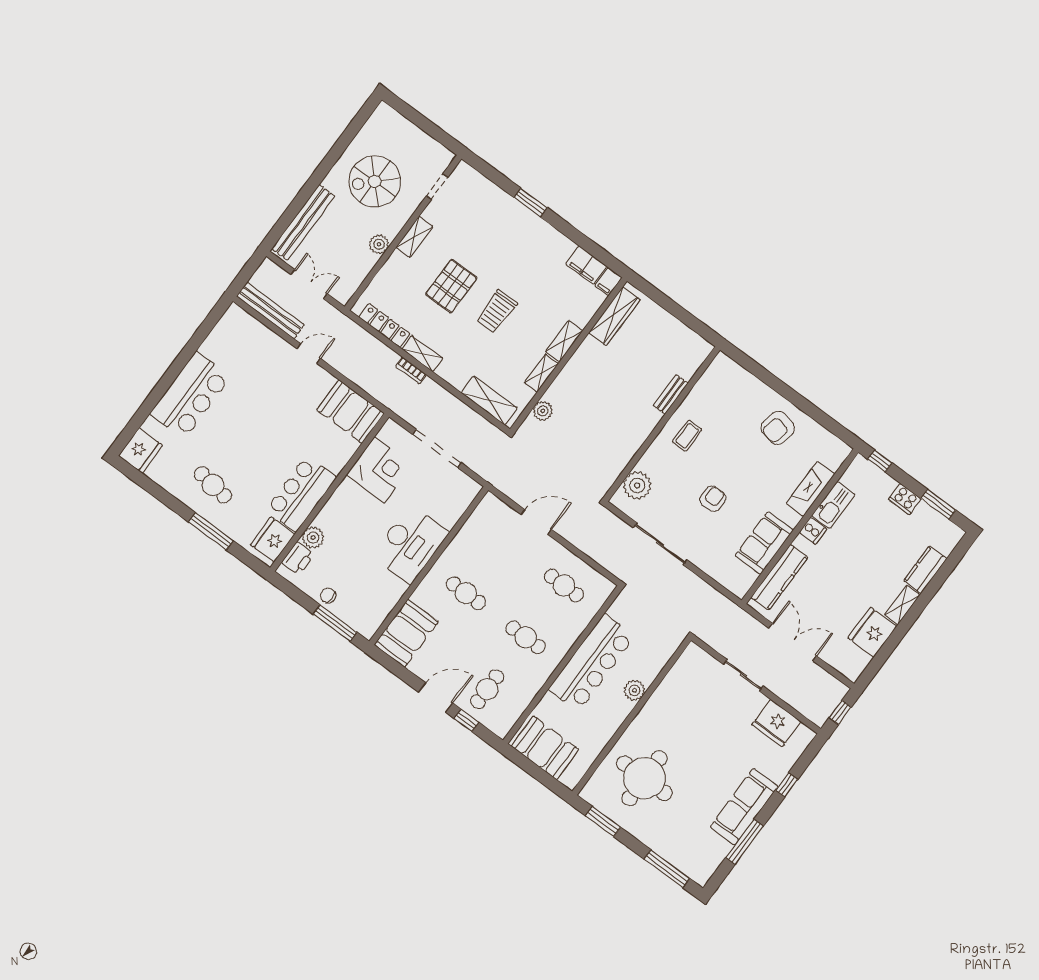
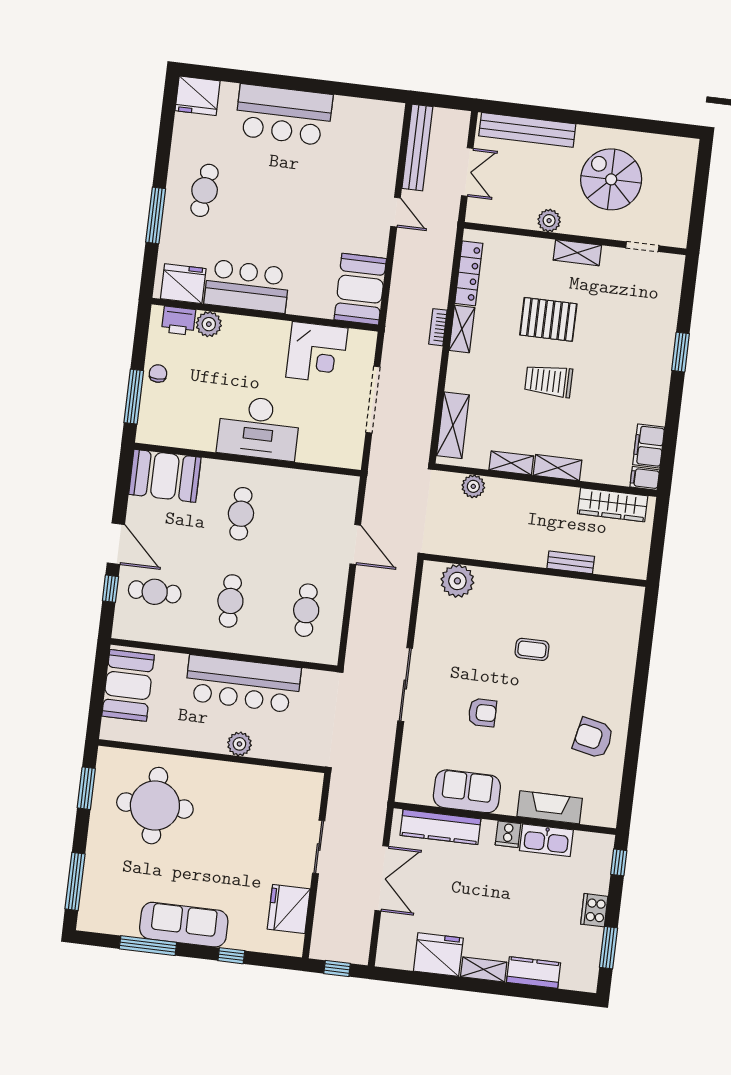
bench: (671, 394) -> (571, 562), moved
wall: (662, 424) -> (535, 570), moved
plant: (637, 485) -> (457, 581), moved

